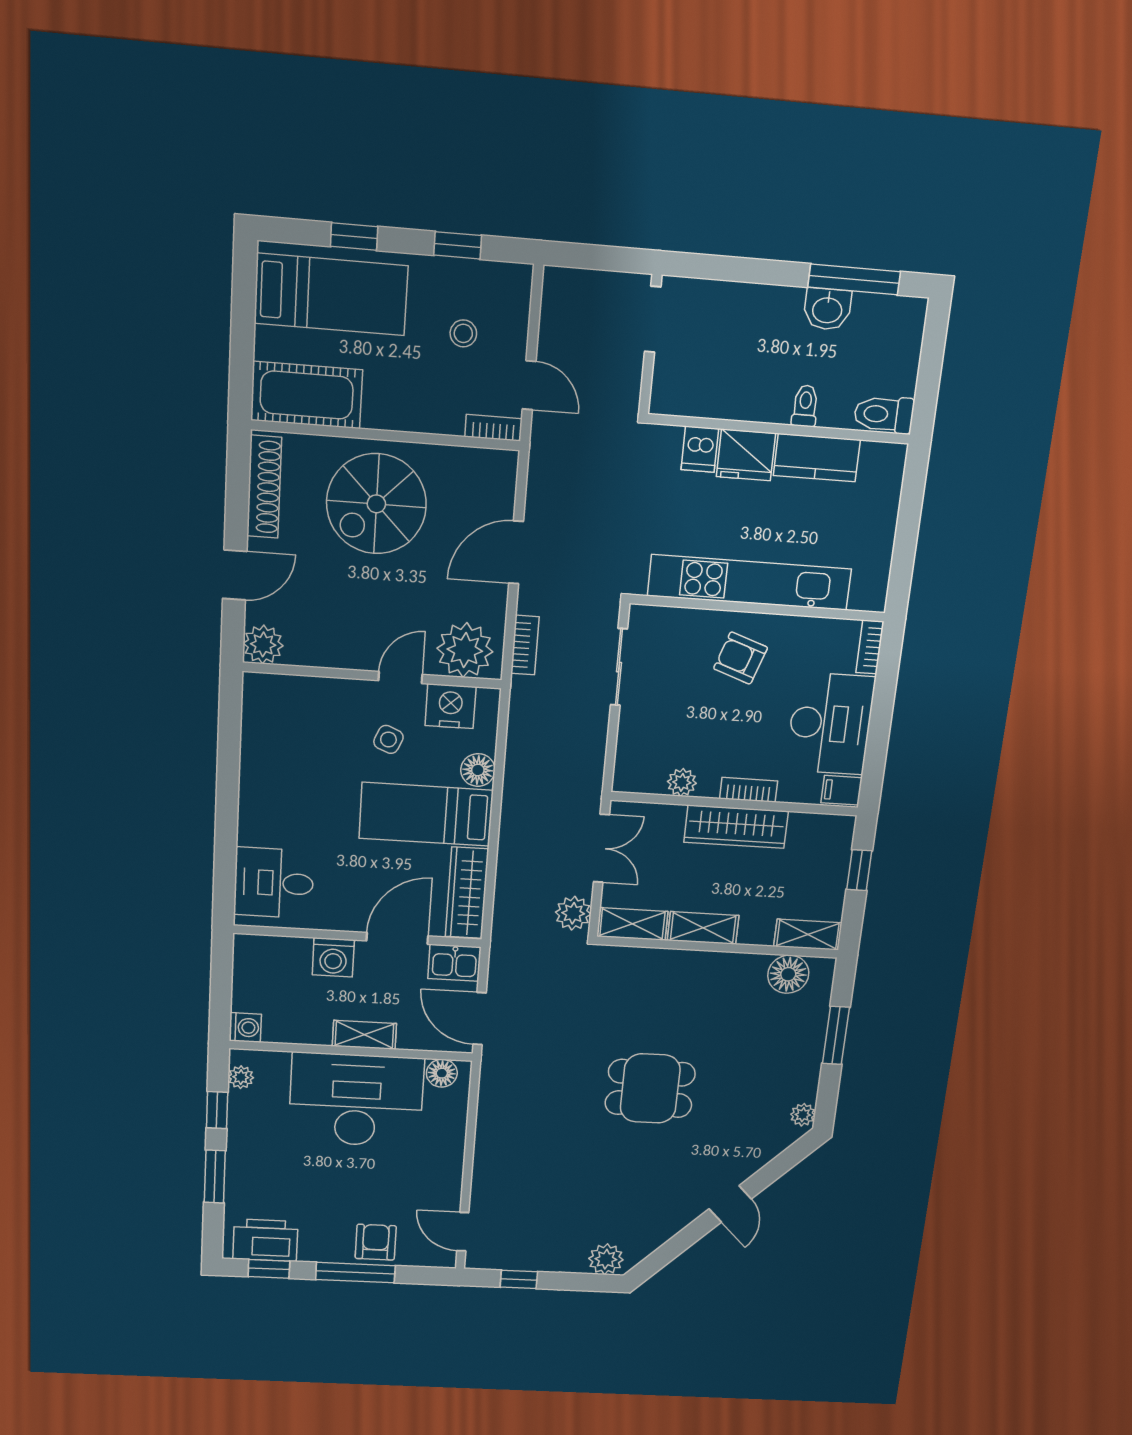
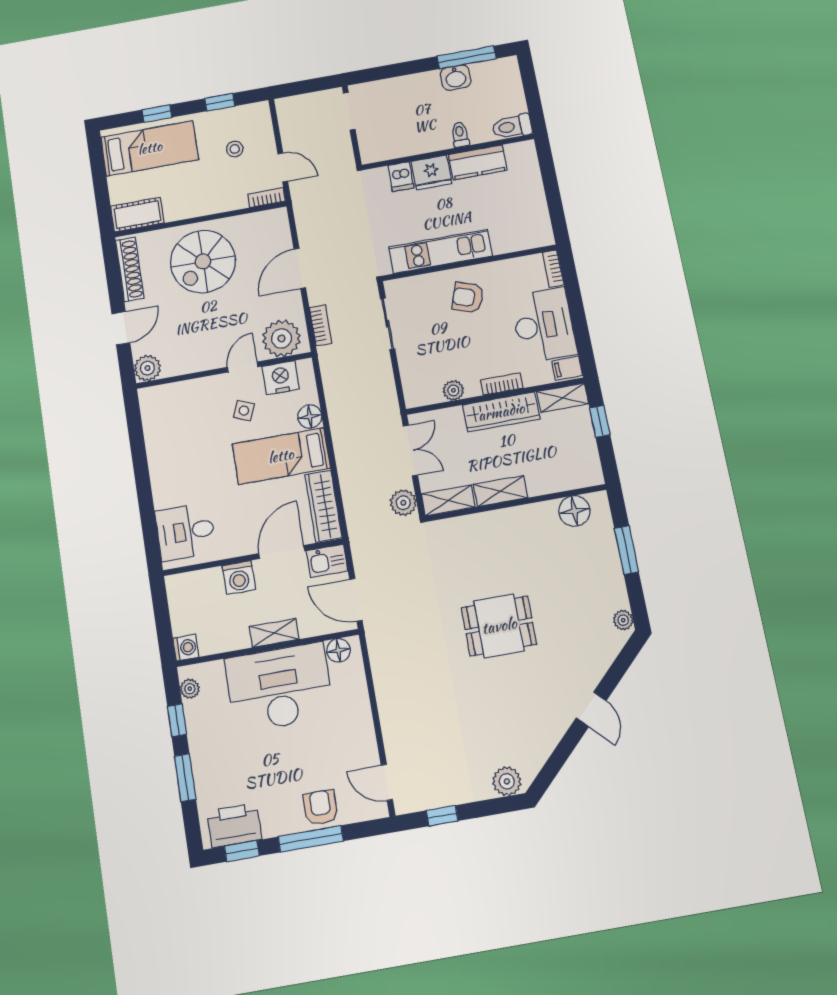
cot: (307, 395) -> (137, 215), width x0.73, depth x0.75
kitchen unit: (749, 582) -> (440, 251), width x0.73
shelving: (808, 935) -> (563, 398), moved

